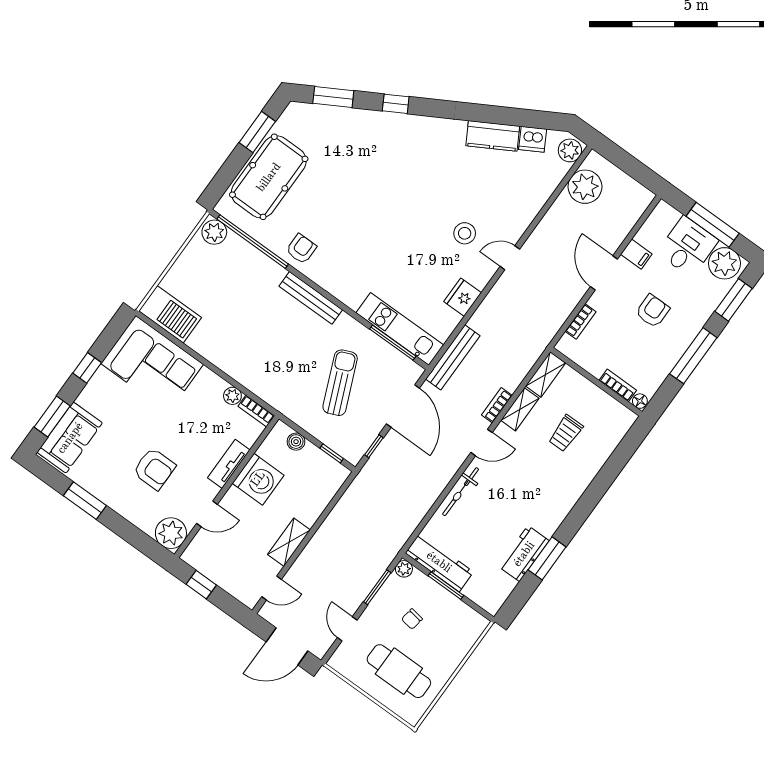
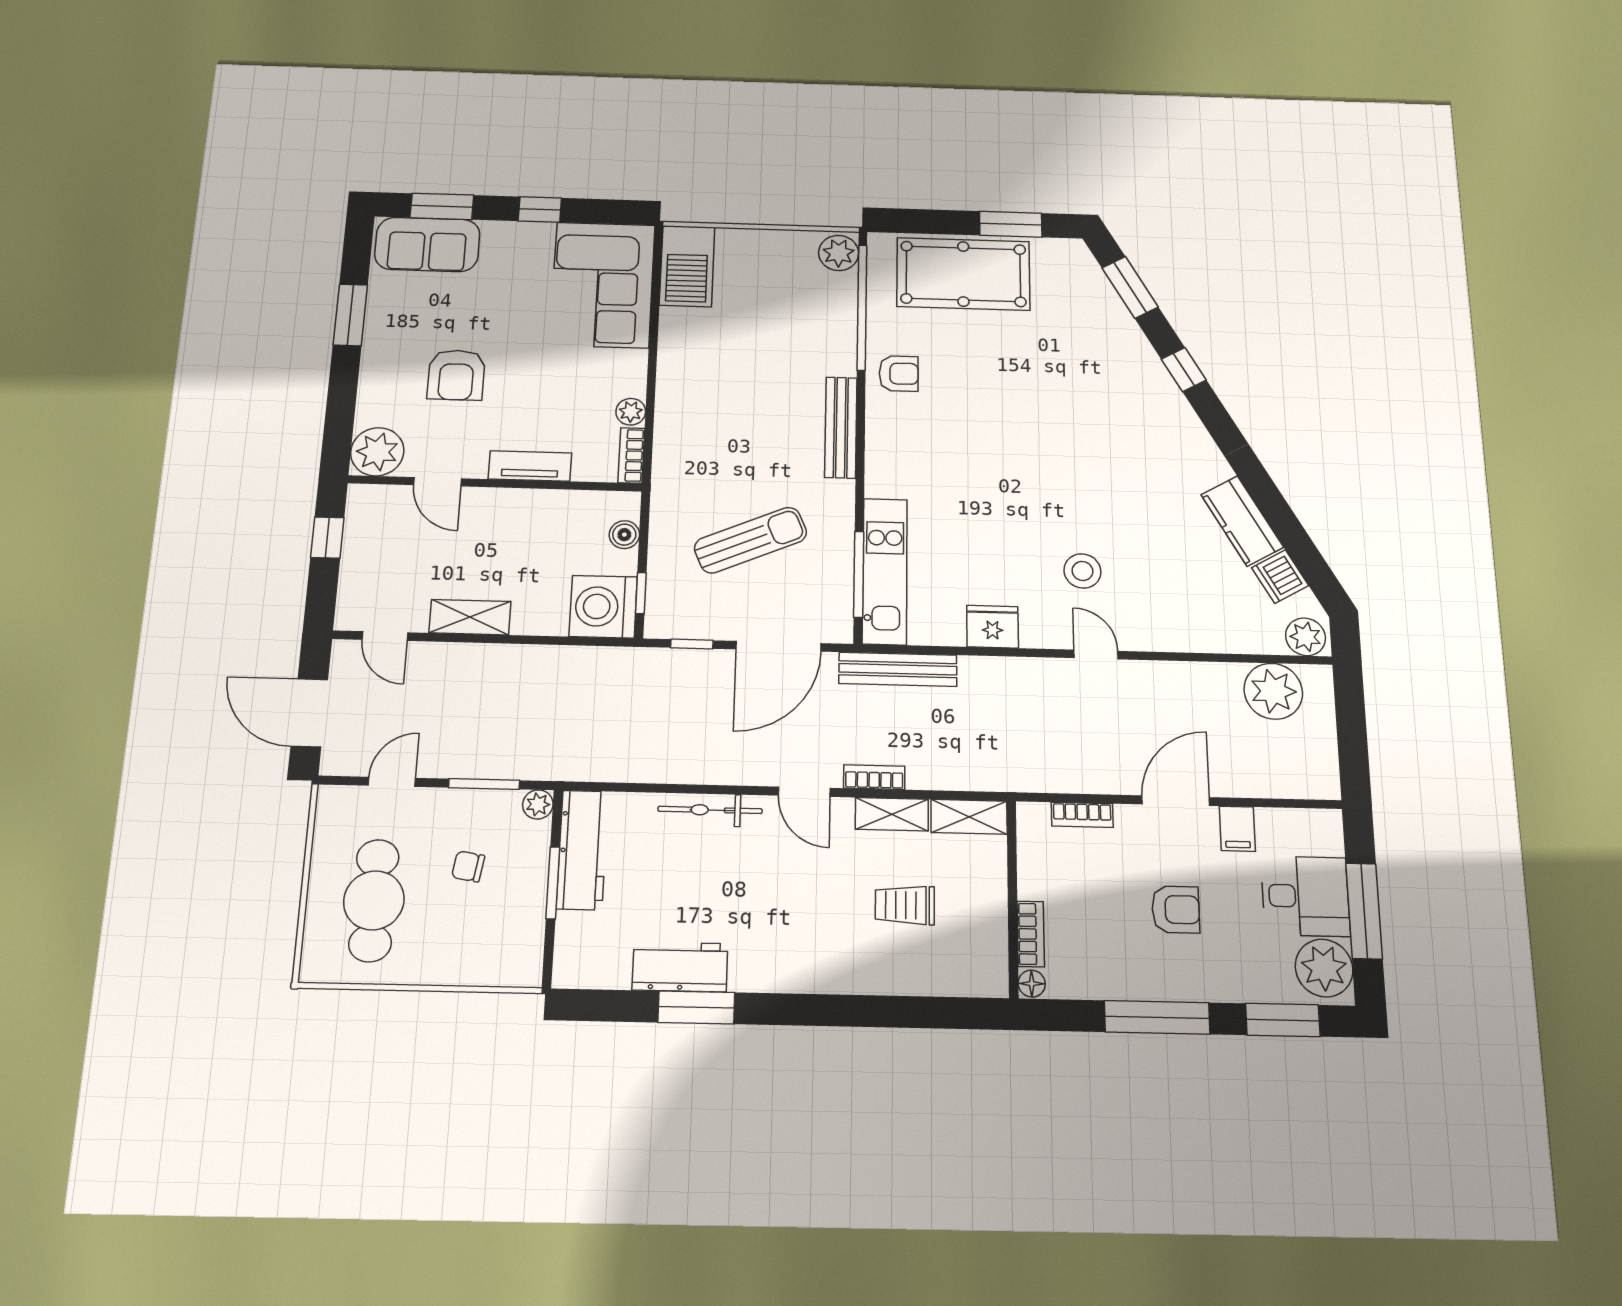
washing machine: (258, 479) -> (603, 607), moved, turned 90

